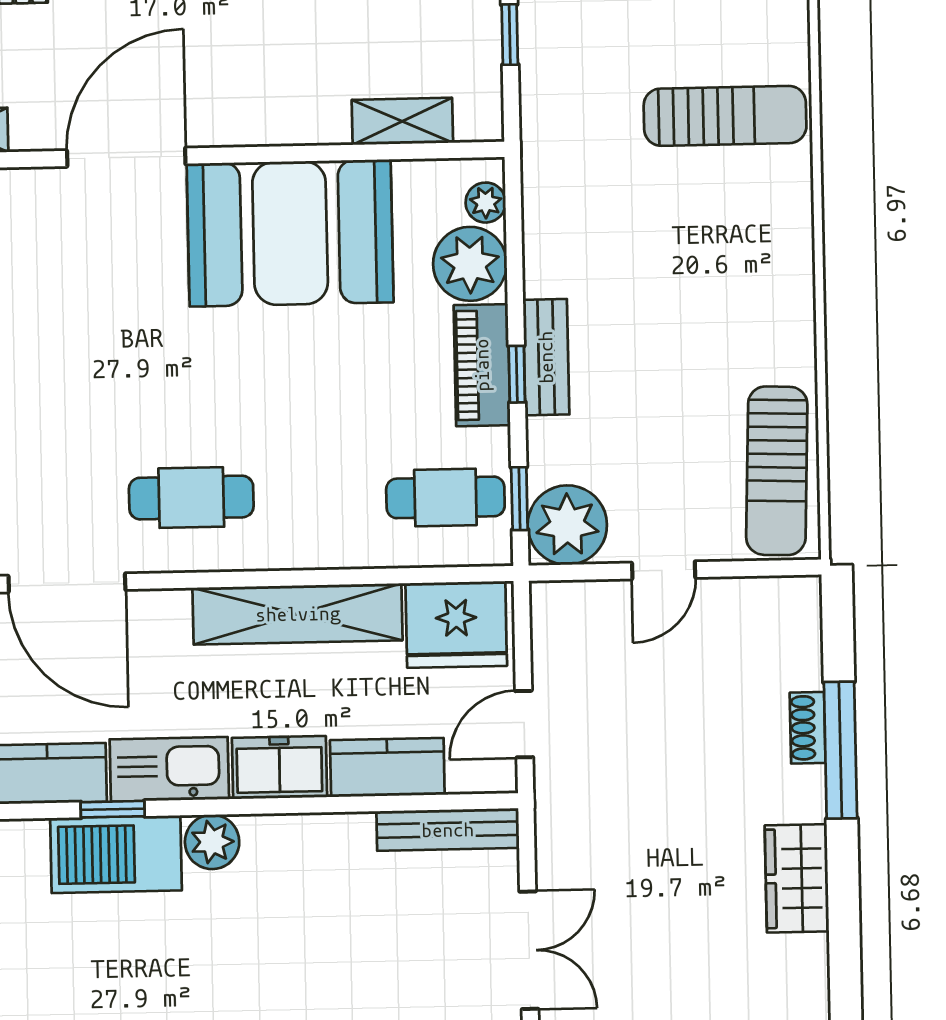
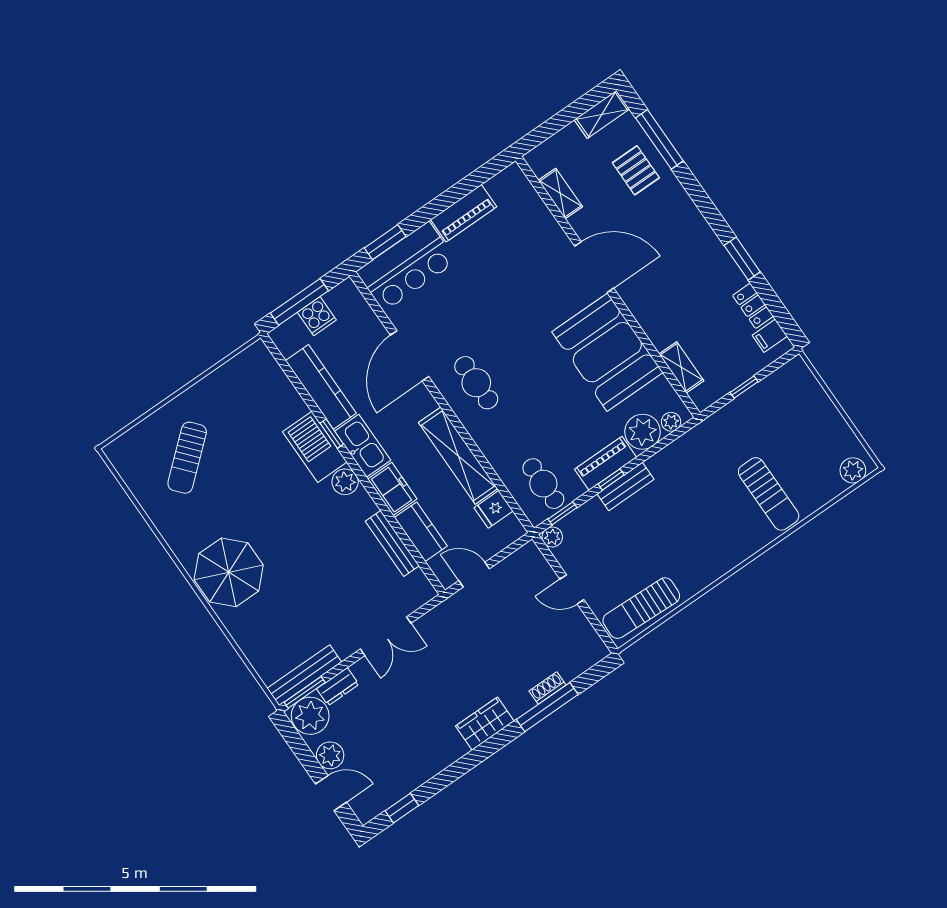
plant: (567, 525) -> (552, 537), width x0.53, depth x0.53
fridge: (456, 625) -> (494, 509), width x0.53, depth x0.75
bench: (448, 830) -> (392, 544), moved

